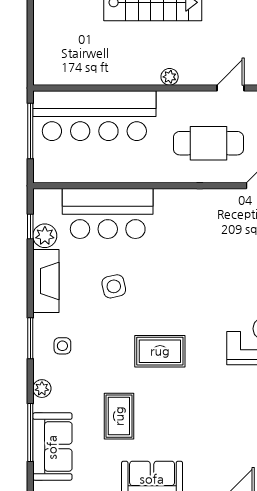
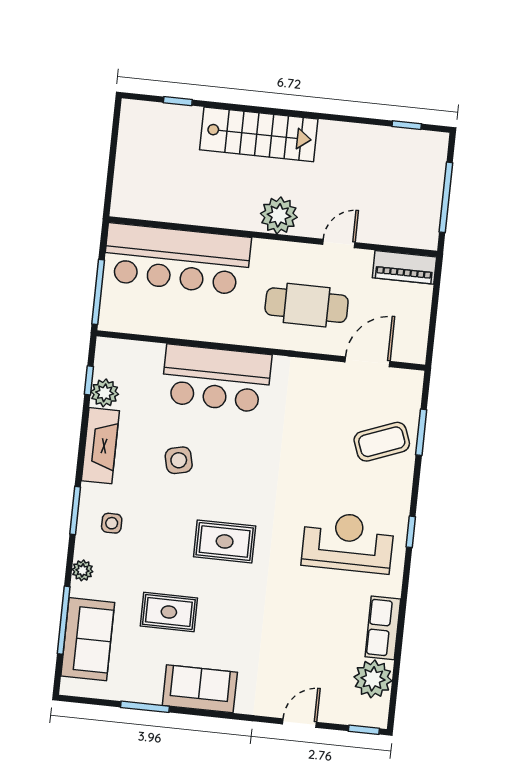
plant: (170, 77) -> (279, 215), width x1.88, depth x1.88
window: (30, 131) -> (98, 292), moved
bar counter: (108, 213) -> (216, 378), moved
rug: (119, 416) -> (169, 612), turned 90

